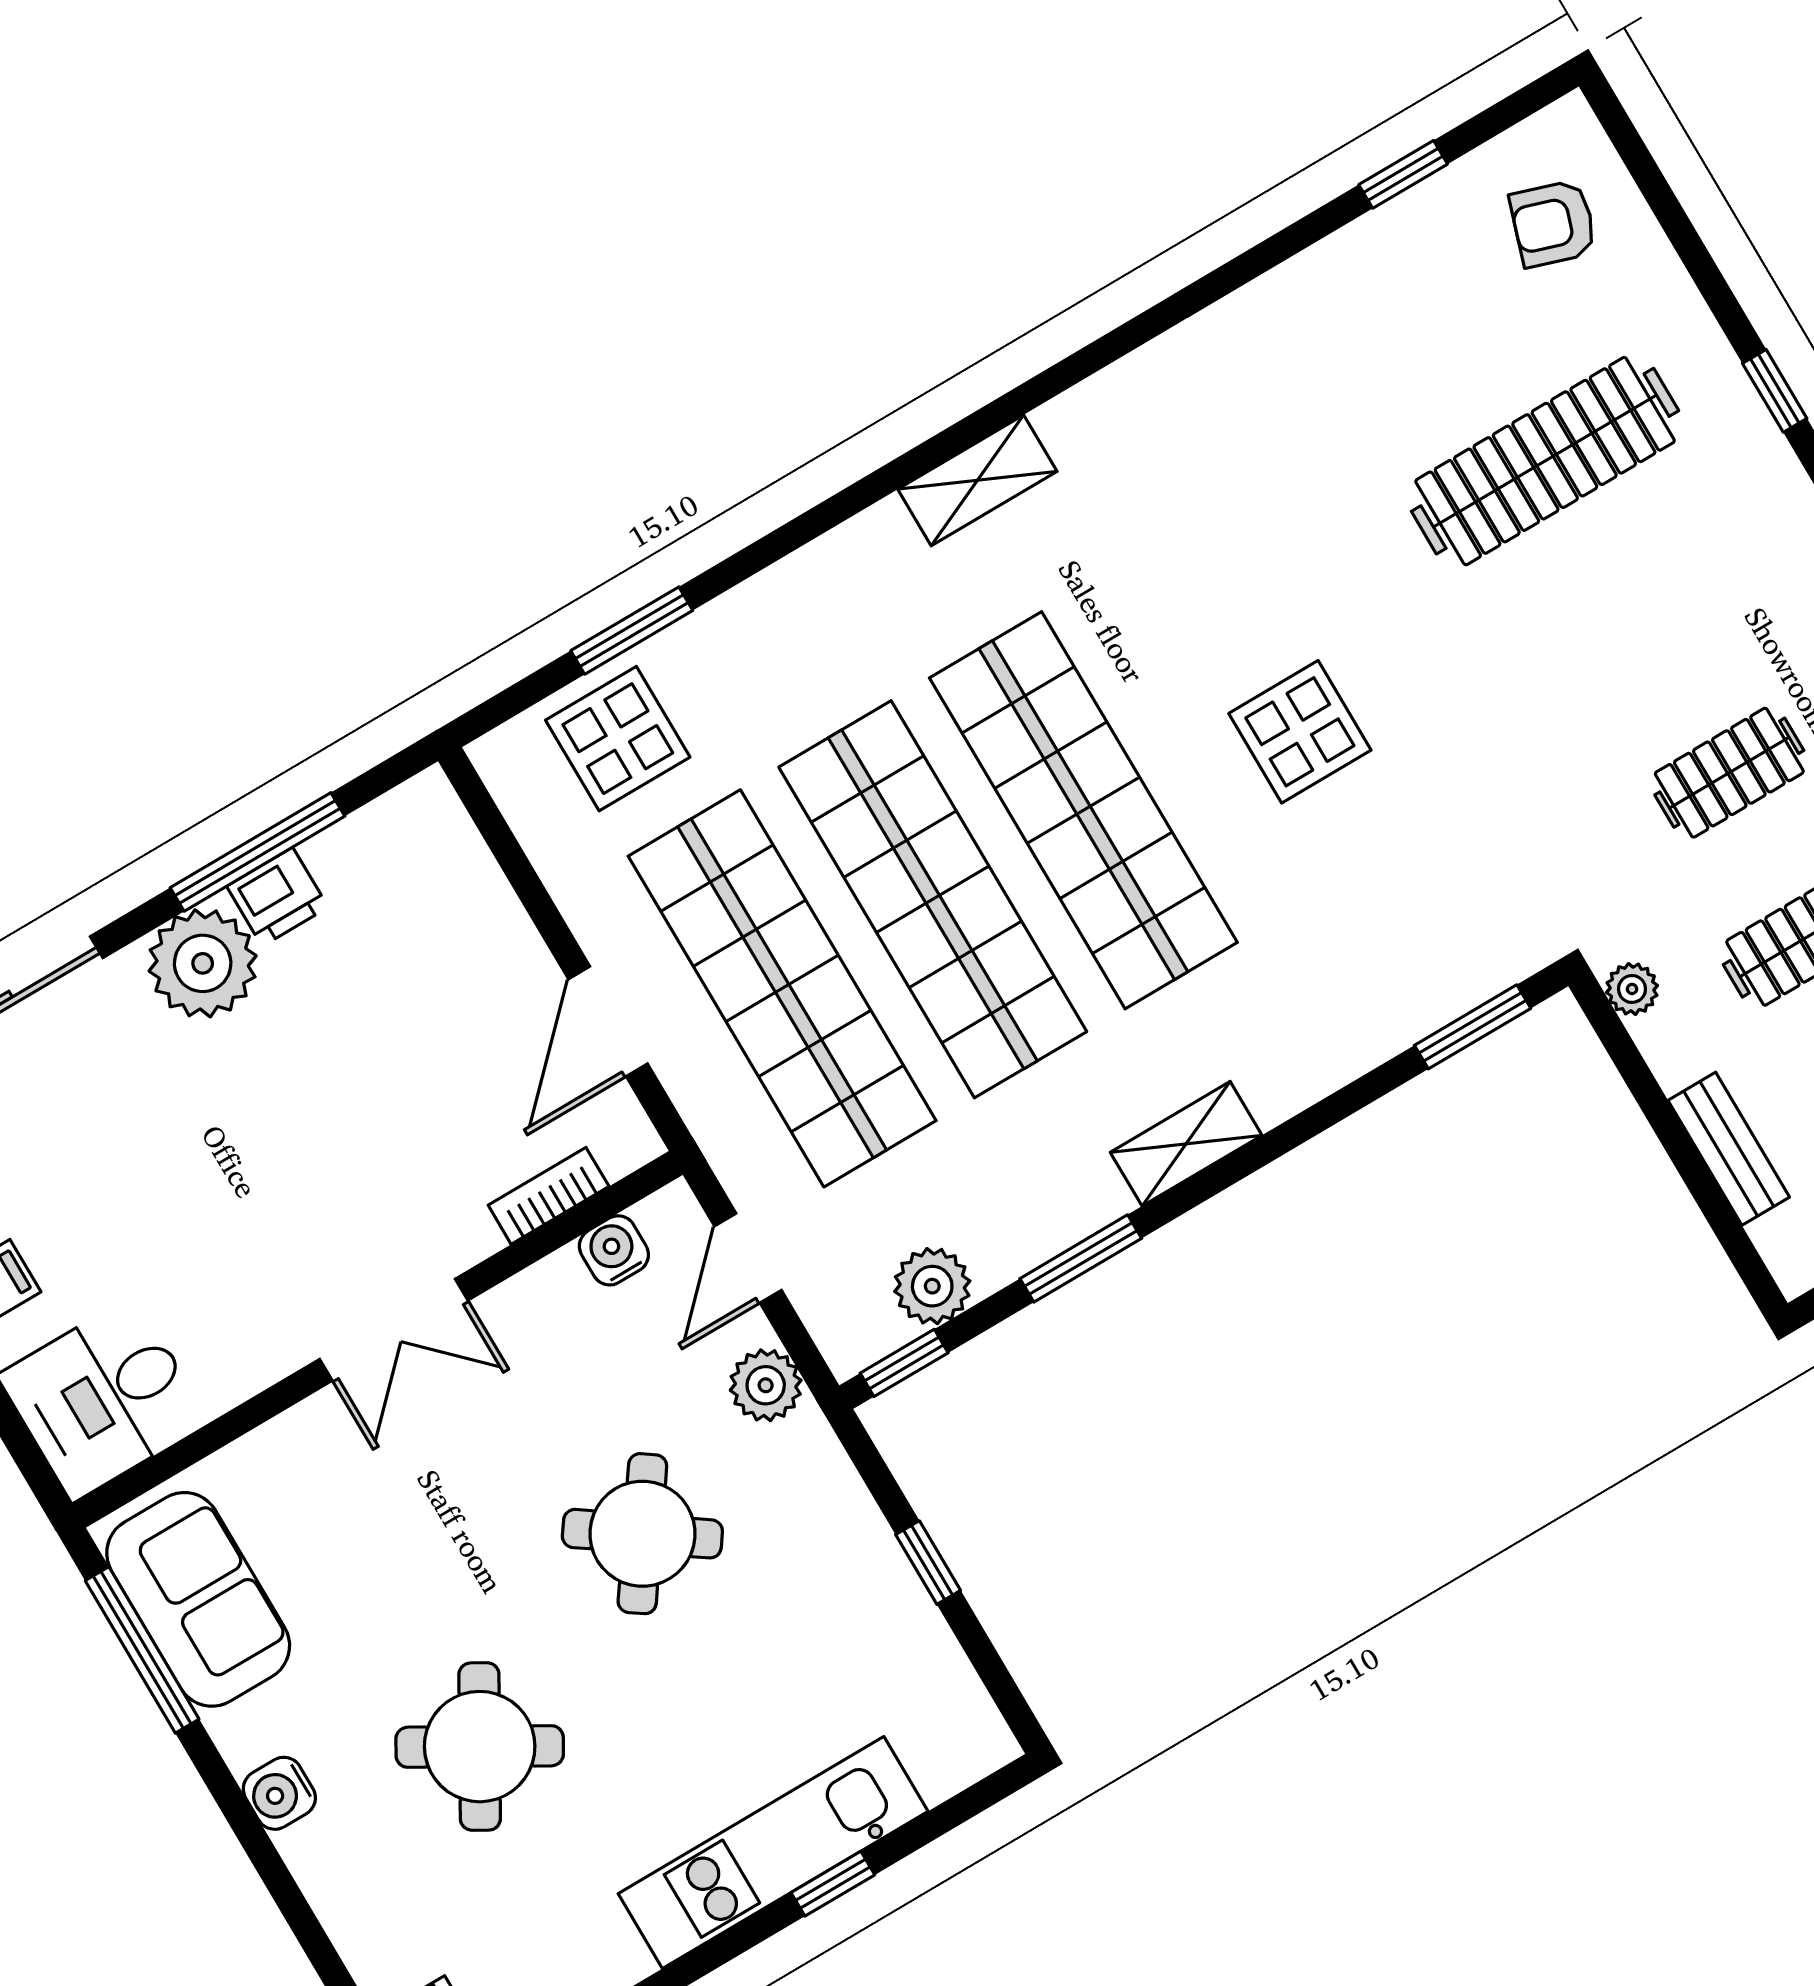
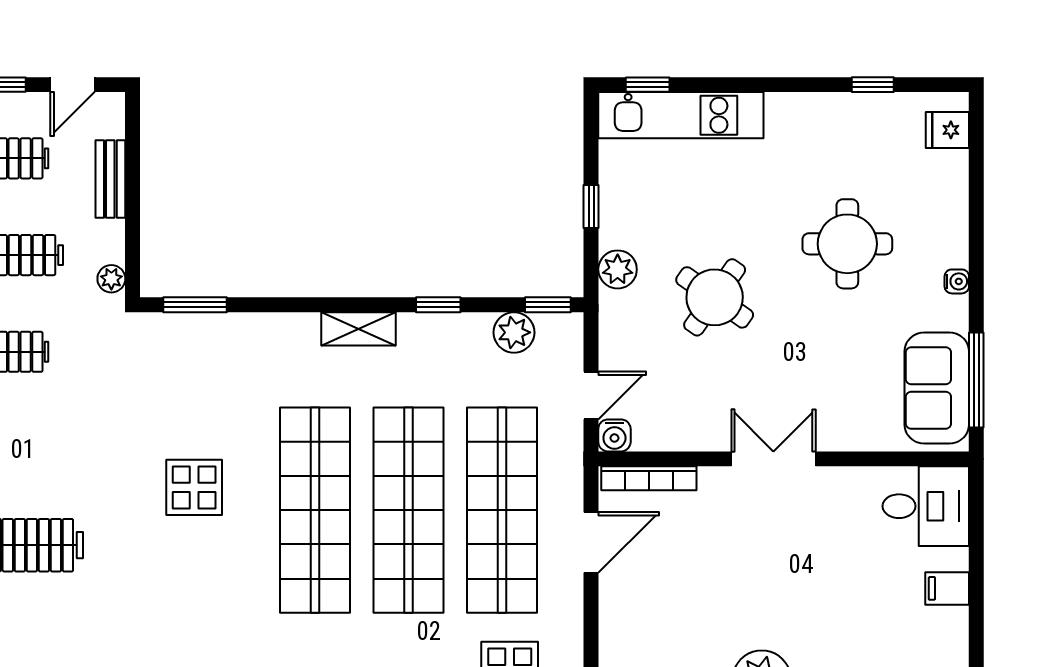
bookcase: (549, 1196) -> (649, 478), width x1.56
water cooler: (614, 1250) -> (614, 435), moved
window: (1081, 1258) -> (438, 305), width x0.67
plant: (766, 1385) -> (618, 269), moved
round table: (480, 1747) -> (847, 244), turned -30
water cooler: (279, 1793) -> (957, 281), width x0.72, depth x0.72
kitchen unit: (773, 1853) -> (681, 115), moved
window: (833, 1884) -> (648, 85), moved

